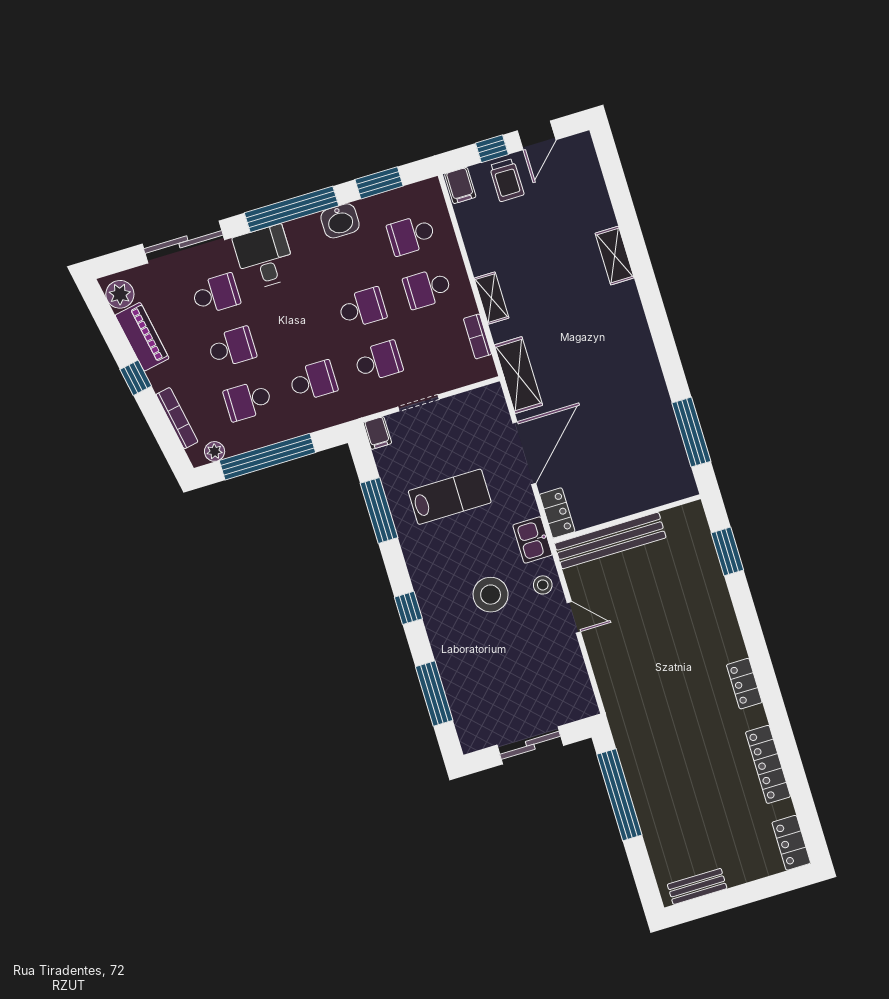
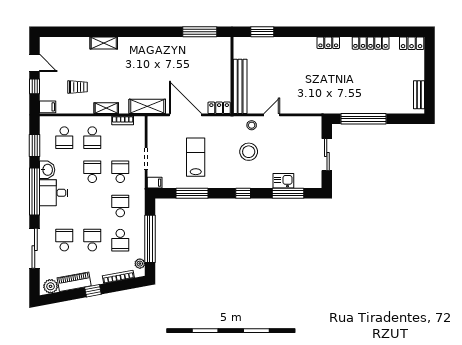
trolley: (507, 180) -> (78, 87), moved
desk: (264, 257) -> (54, 193), moved
kitchen sink: (533, 540) -> (283, 181), moved, turned 180

